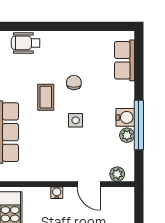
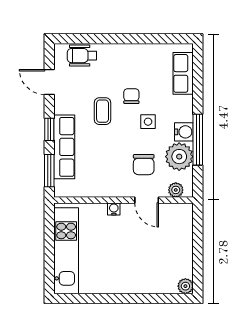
side table: (76, 120) -> (148, 122), moved
plant: (127, 135) -> (179, 157), width x1.88, depth x1.88
chair: (86, 149) -> (144, 165), added

